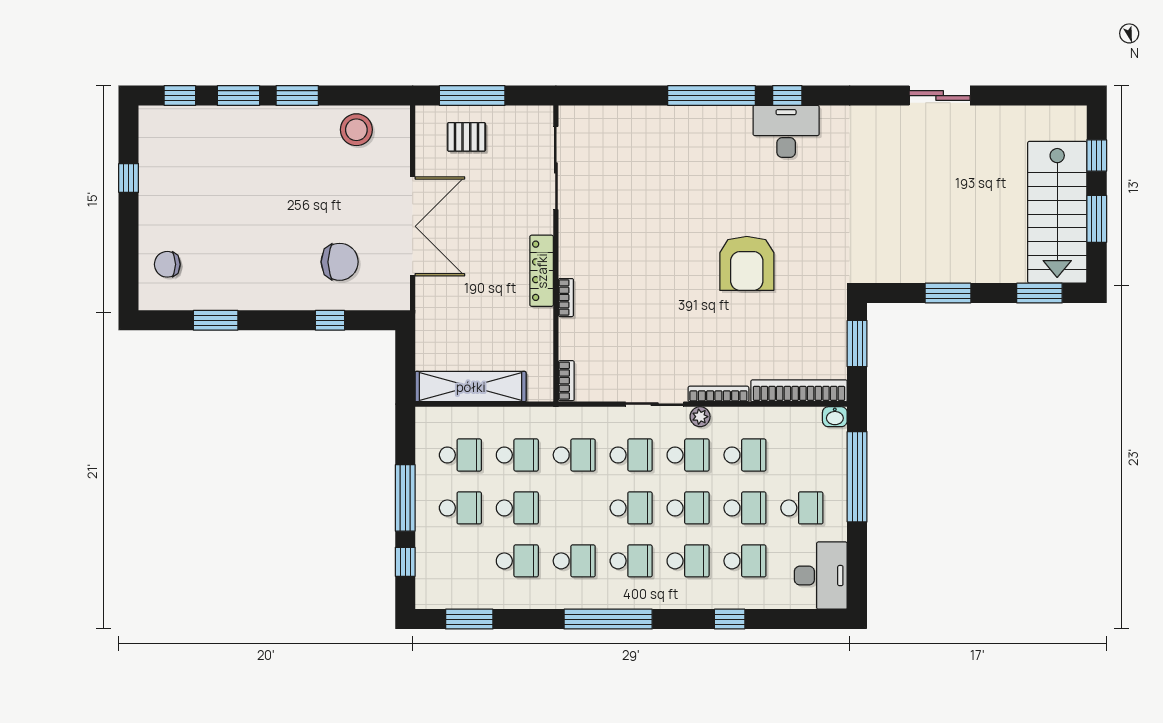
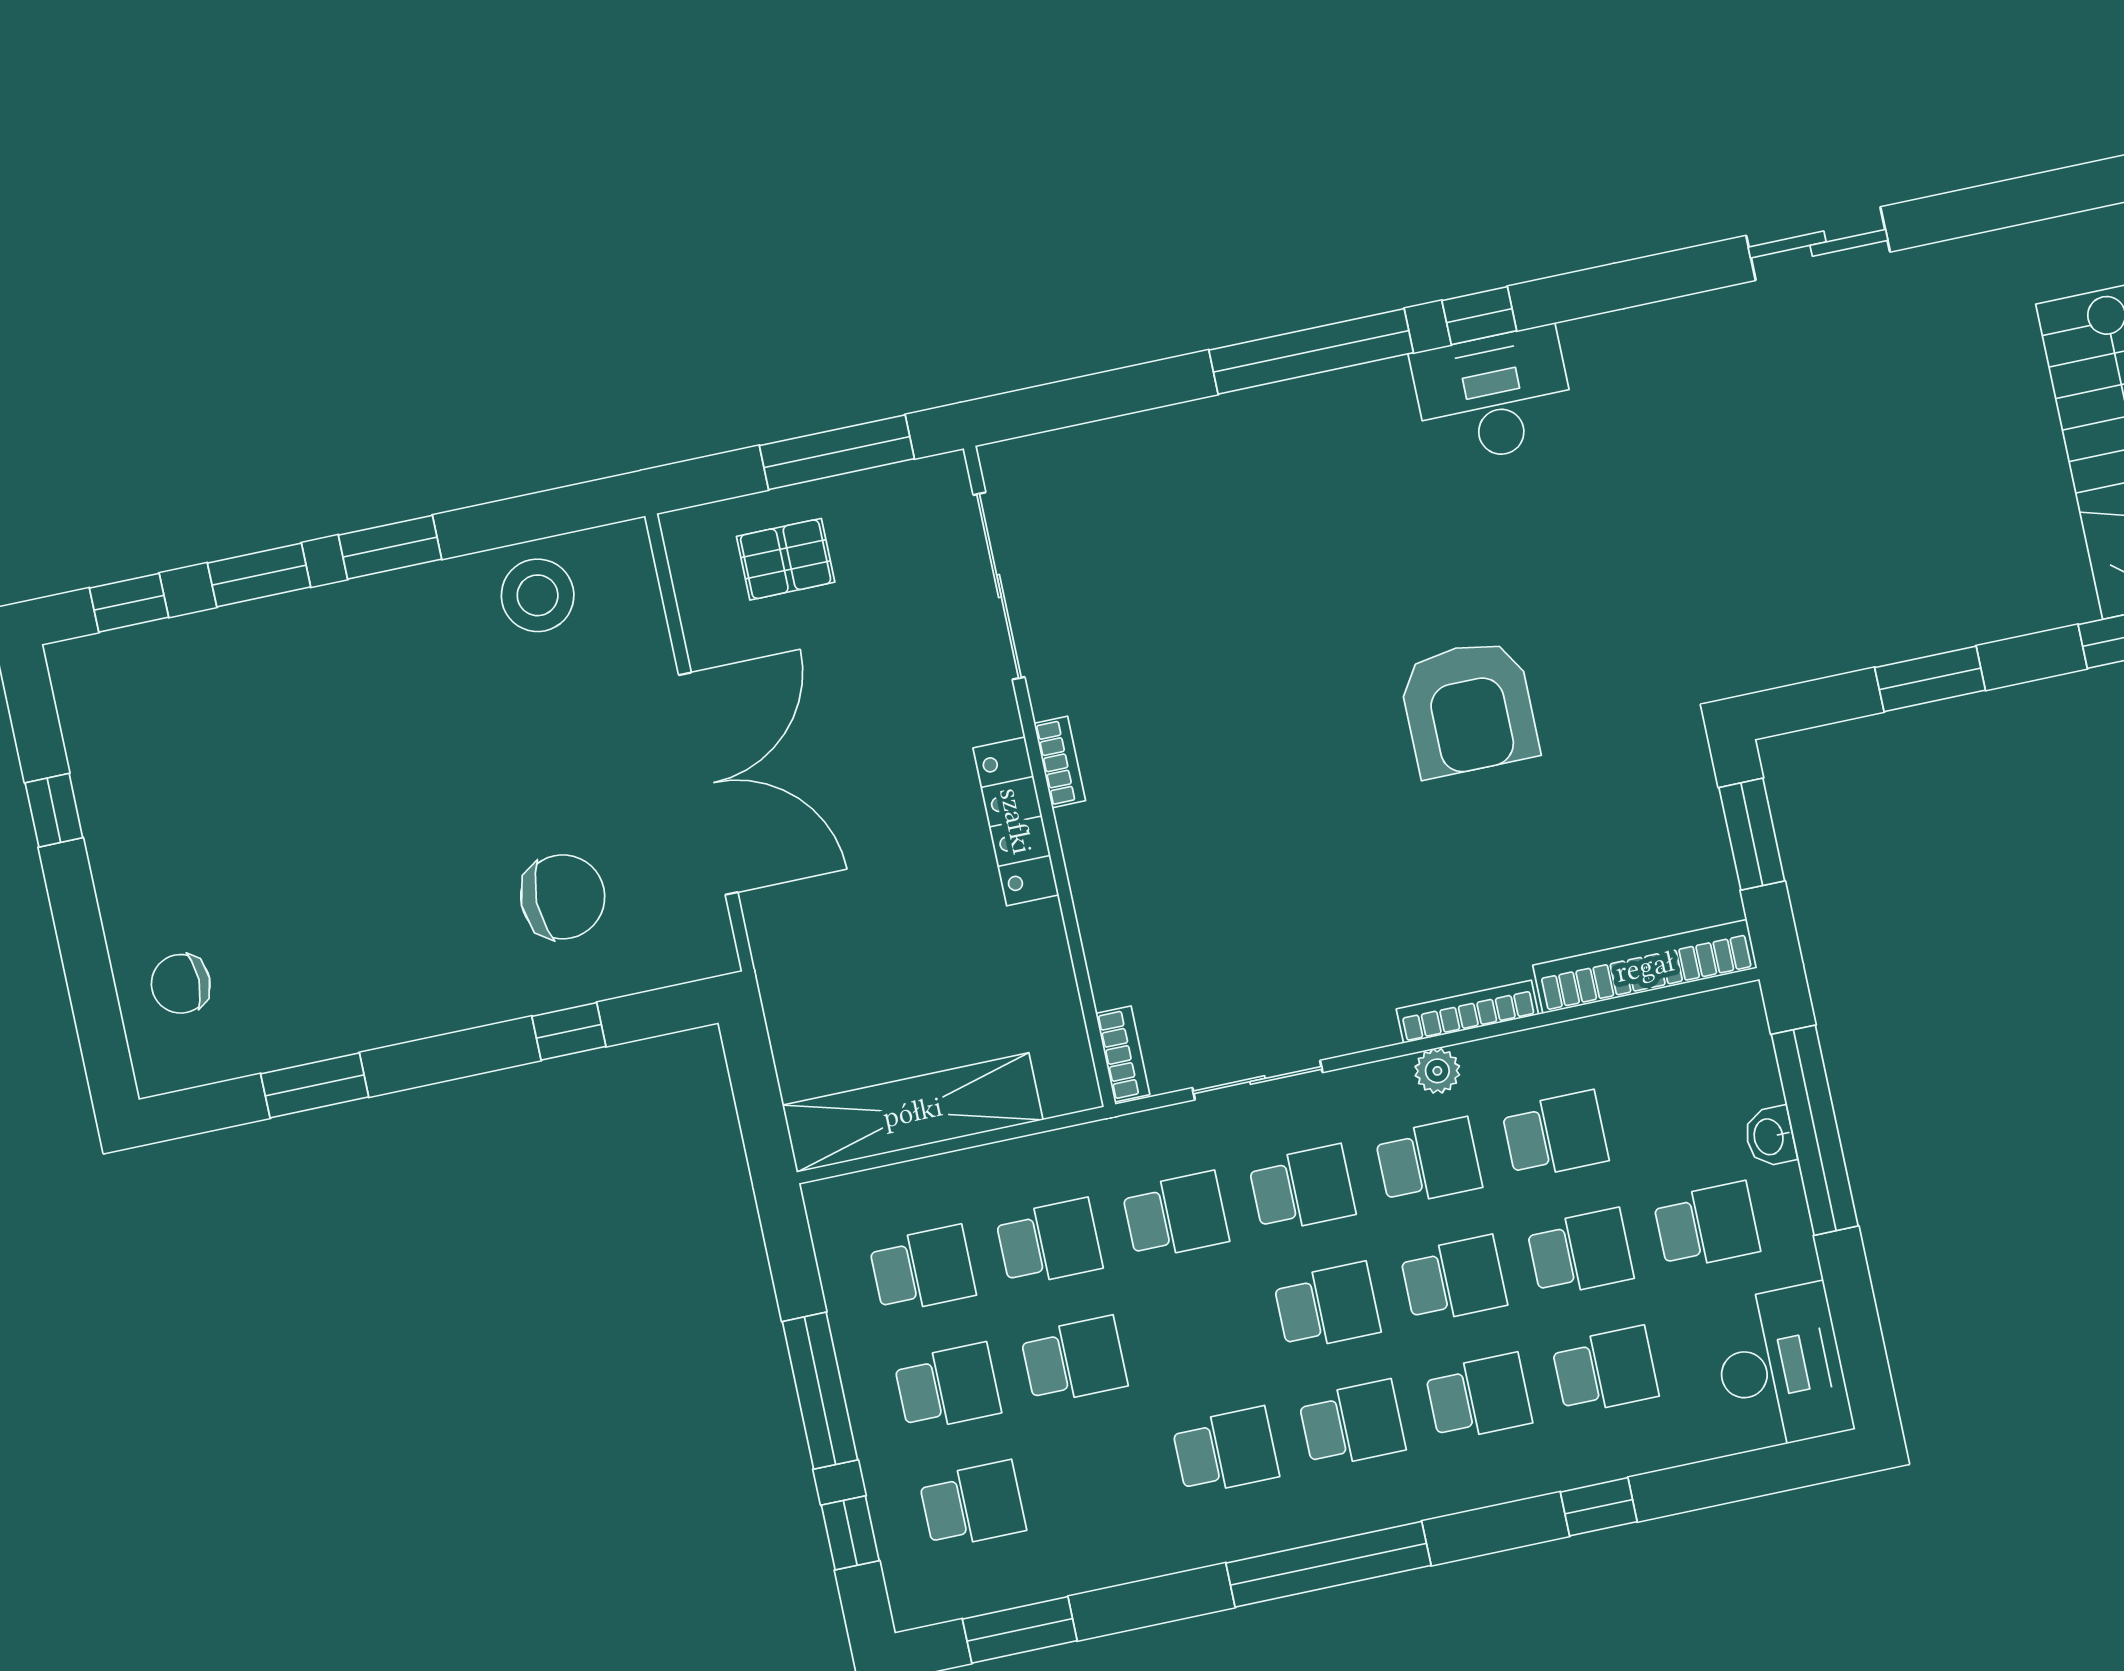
window: (472, 96) -> (837, 452), moved
bookcase: (566, 298) -> (1060, 762), moved
sliding door: (655, 404) -> (1258, 1080), moved
washbasin: (835, 417) -> (1770, 1137), moved, turned 90
school desk: (517, 561) -> (973, 1505), moved

